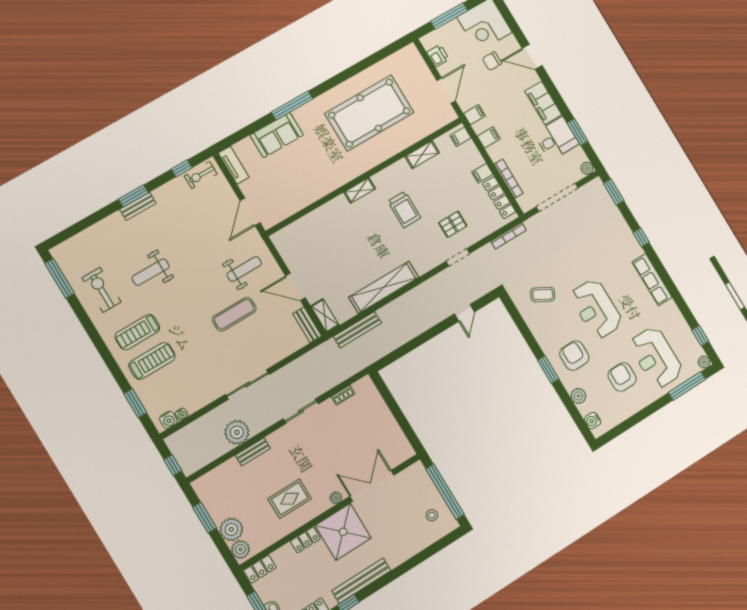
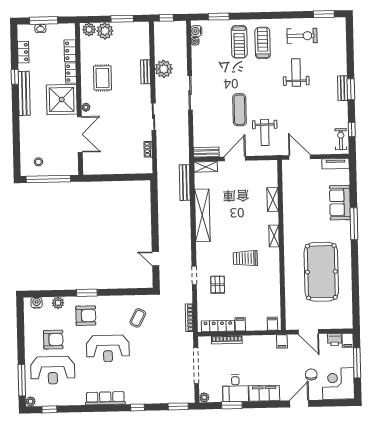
filing cabinet: (489, 137) -> (348, 340), moved
shelving: (422, 155) -> (273, 200), moved
window: (60, 278) -> (324, 14), width x0.69
reception desk: (596, 309) -> (108, 348), turned 180
reception desk: (656, 357) -> (53, 370), turned 180
locker: (260, 569) -> (70, 51), moved

